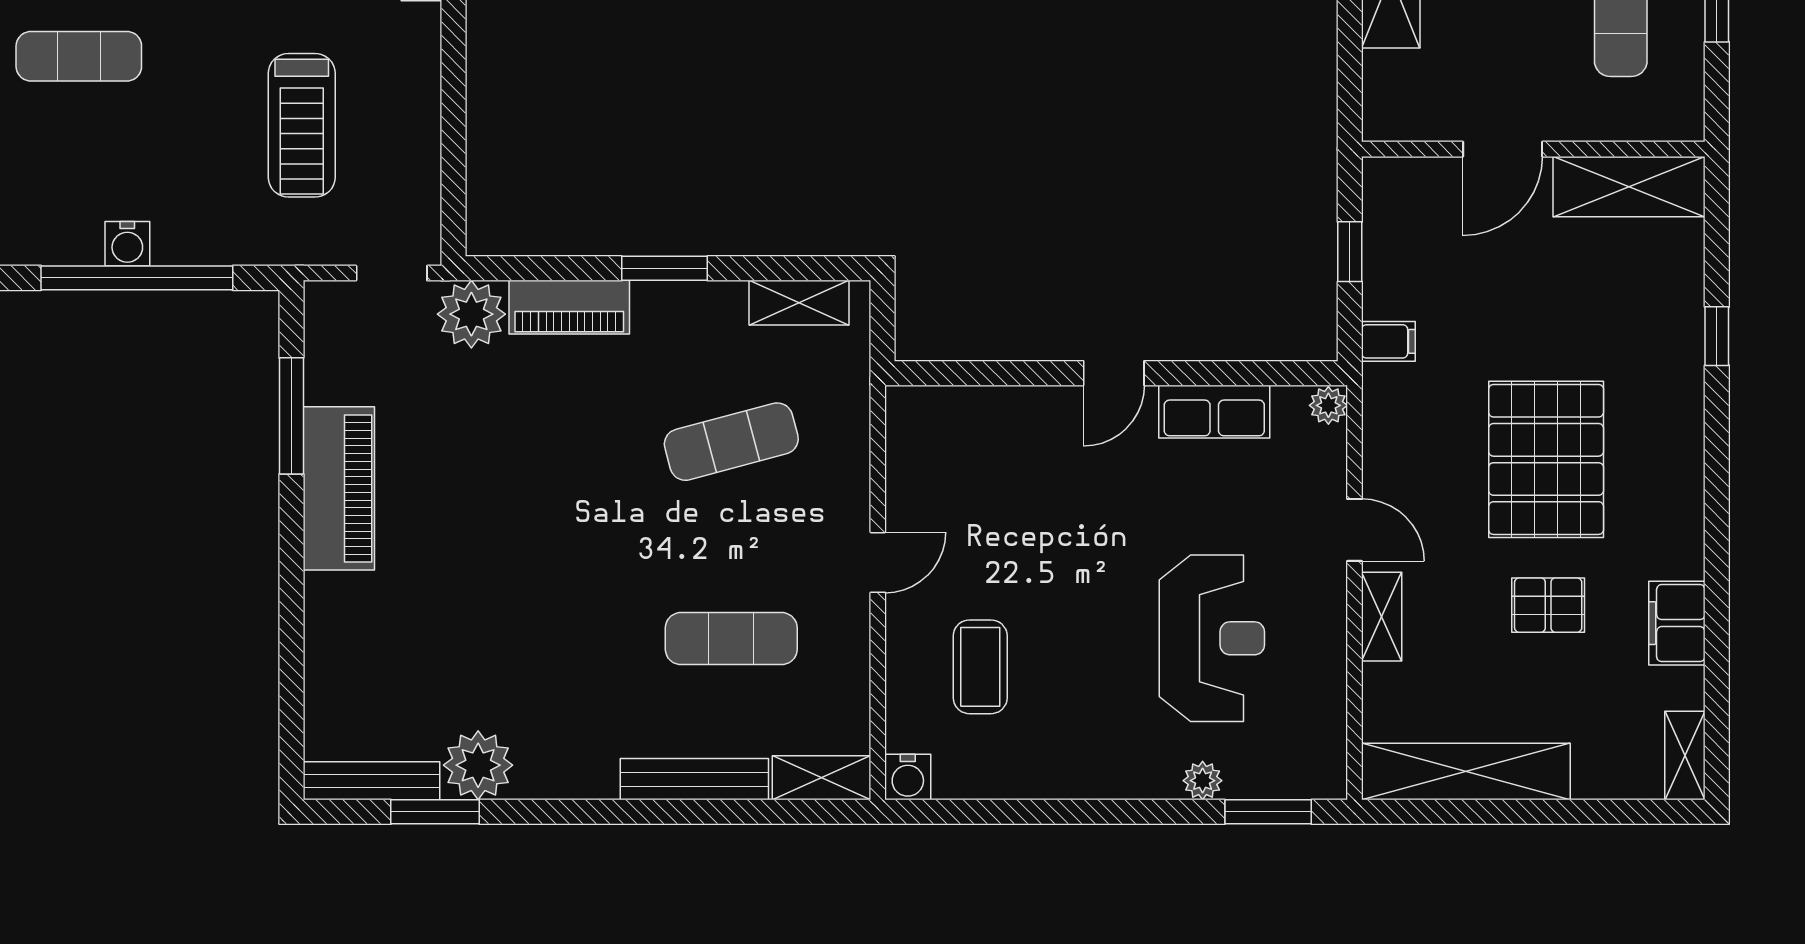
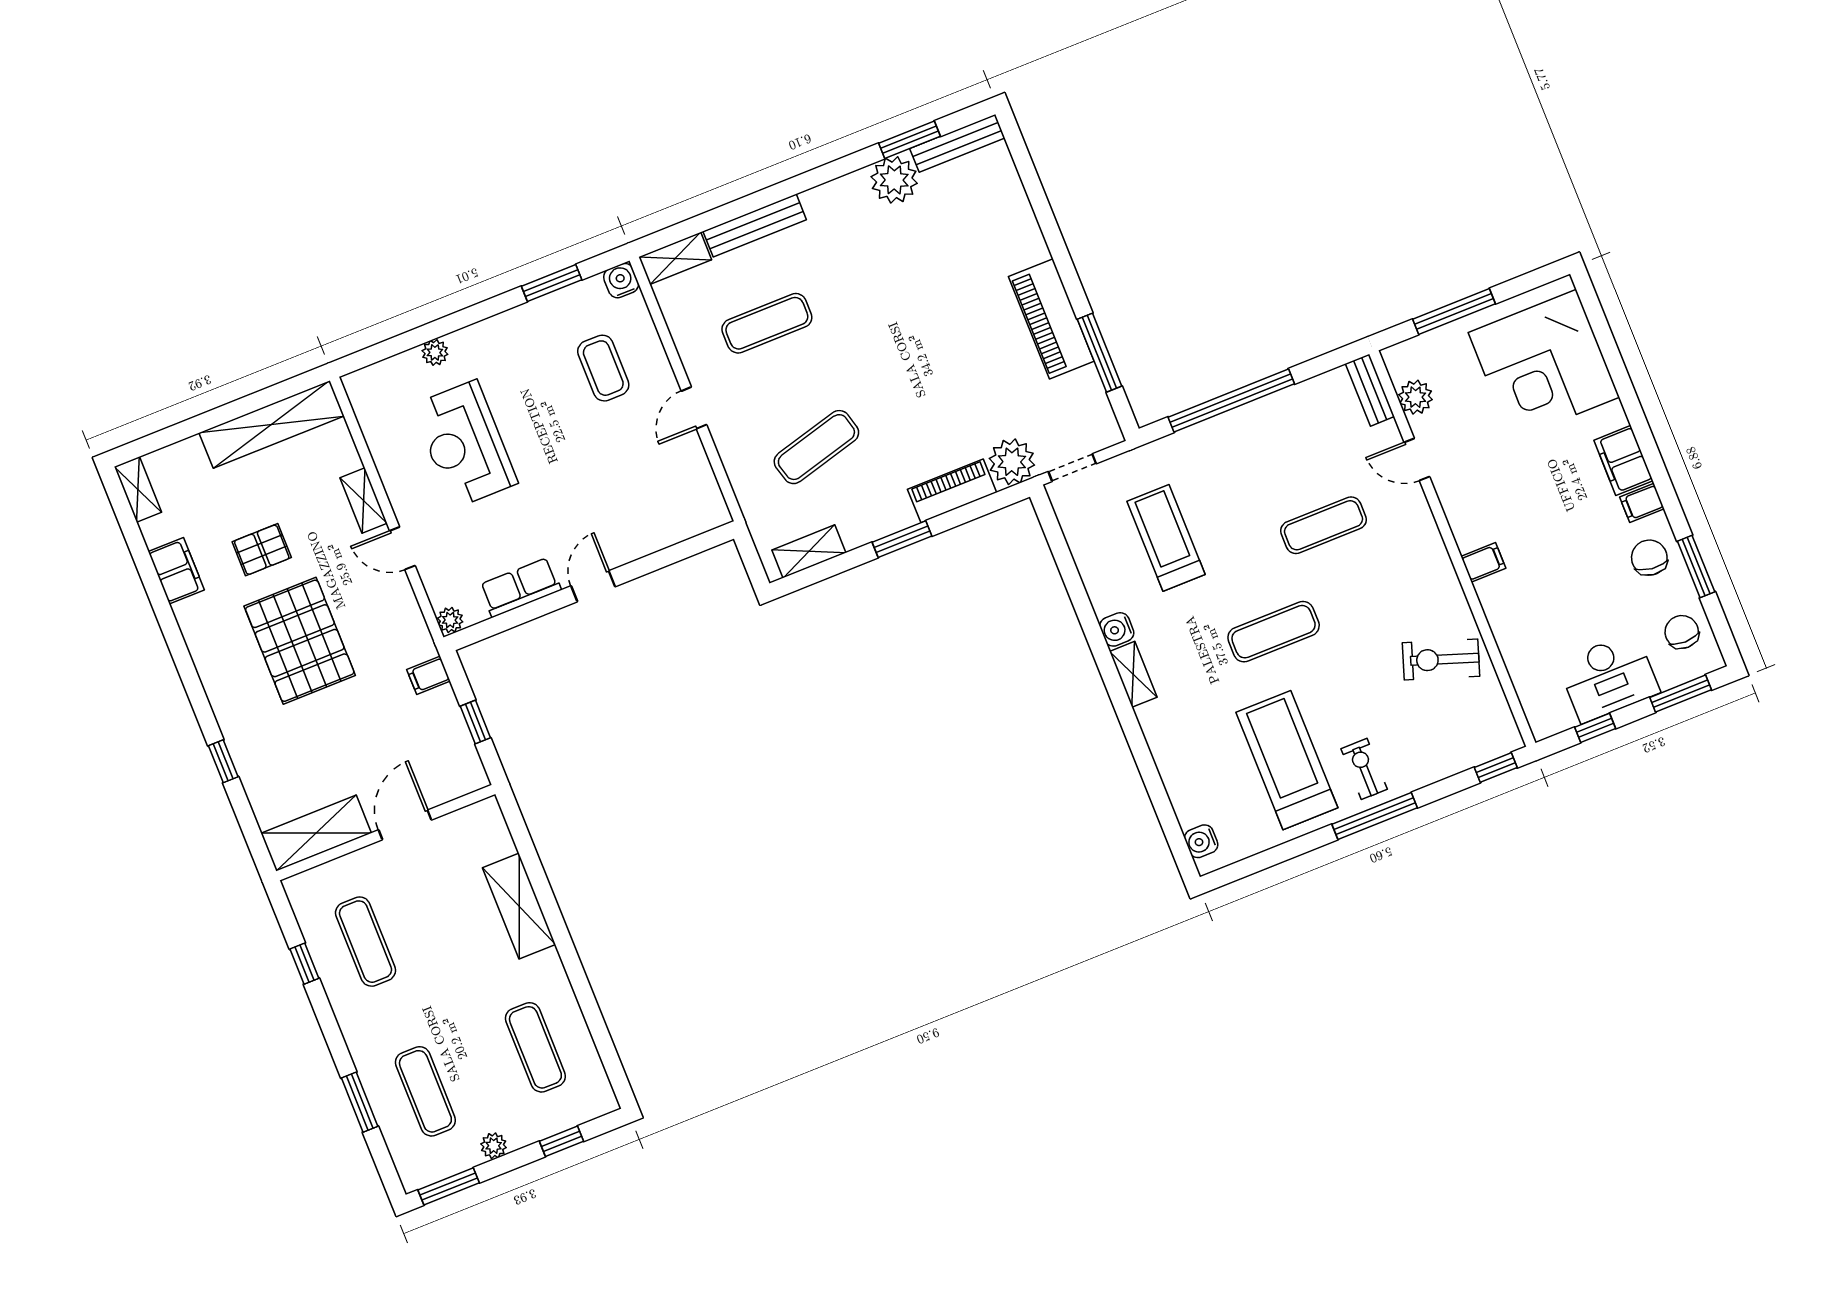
water cooler: (127, 244) -> (1117, 629), moved, turned -90
window: (1268, 812) -> (552, 283), moved

